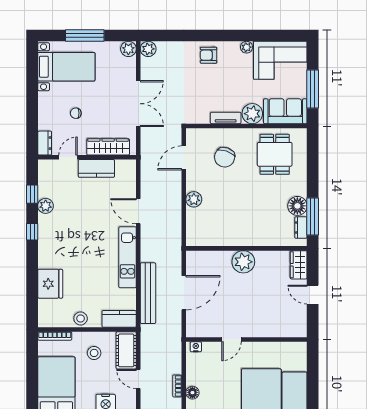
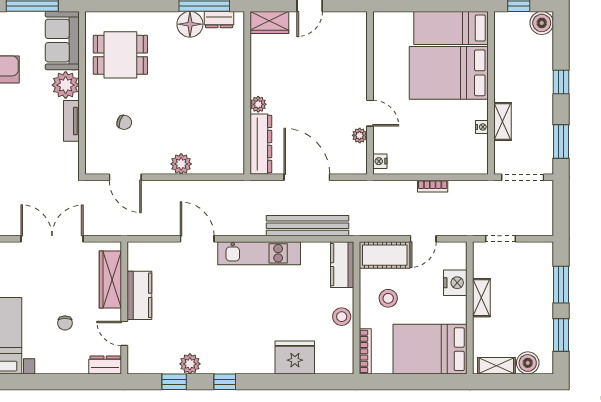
chair: (225, 157) -> (124, 122), width x0.54, depth x0.54
door: (138, 211) -> (197, 239), swing flipped
dresser: (209, 258) -> (261, 144), added
plant: (243, 262) -> (258, 104), width x0.53, depth x0.53
plant: (215, 332) -> (360, 135), added
floor lamp: (192, 393) -> (442, 166), removed

